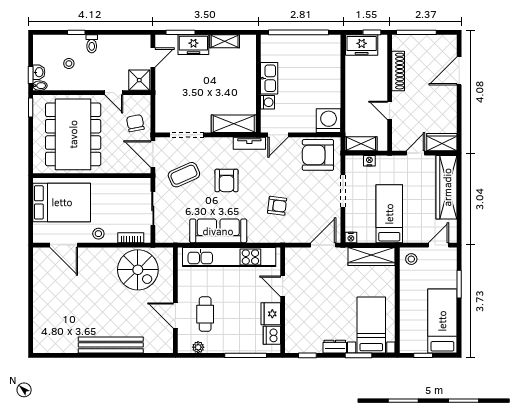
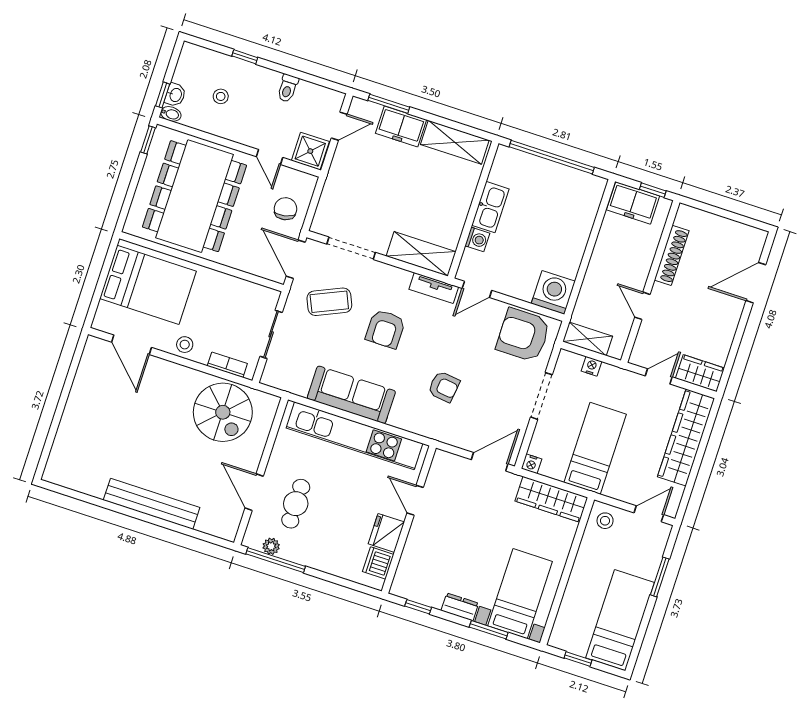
window: (416, 32) -> (714, 210), removed
shelving: (225, 41) -> (455, 142), width x1.50, depth x1.33
toilet: (92, 44) -> (288, 88), moved
window: (246, 355) -> (276, 560), moved

